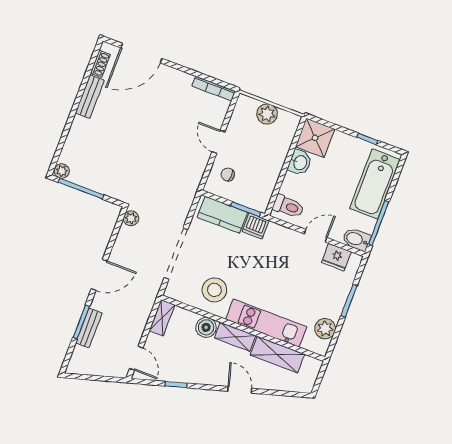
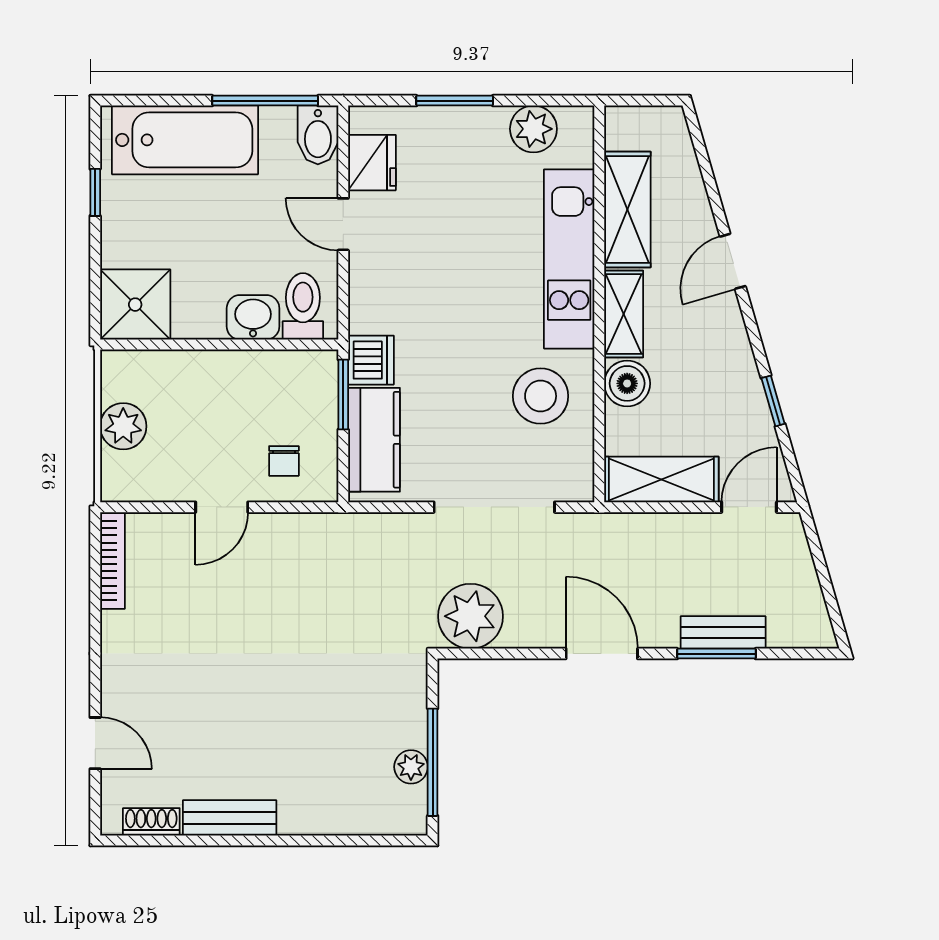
door: (141, 53) -> (95, 743), width x0.53
washbasin: (300, 162) -> (253, 317), moved
plant: (62, 171) -> (411, 767), moved
plant: (131, 218) -> (471, 616), width x1.87, depth x1.87
shelving: (162, 318) -> (661, 479), width x1.50, depth x1.33

